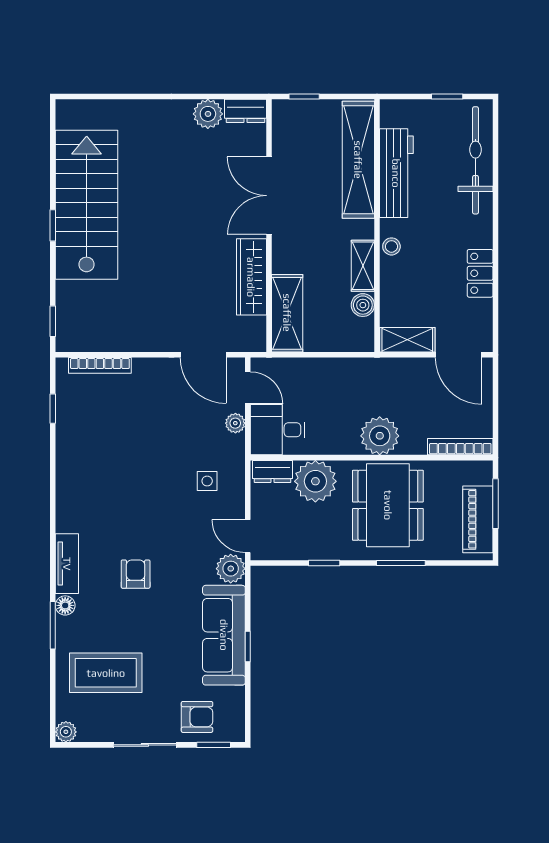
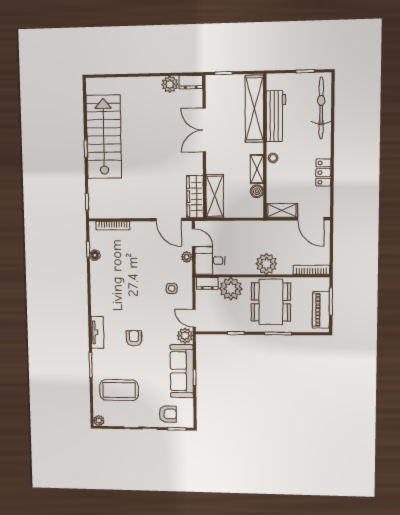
wardrobe: (251, 277) -> (195, 197), moved
floor lamp: (65, 605) -> (95, 255), moved

